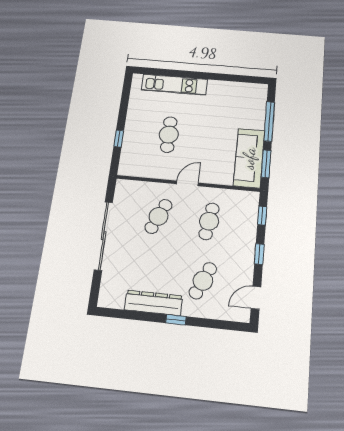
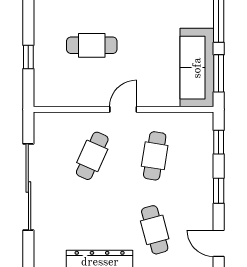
cafe table: (169, 135) -> (92, 45), turned 90
cafe table: (203, 281) -> (155, 230), turned -39
door: (256, 298) -> (219, 243), hinge flipped

